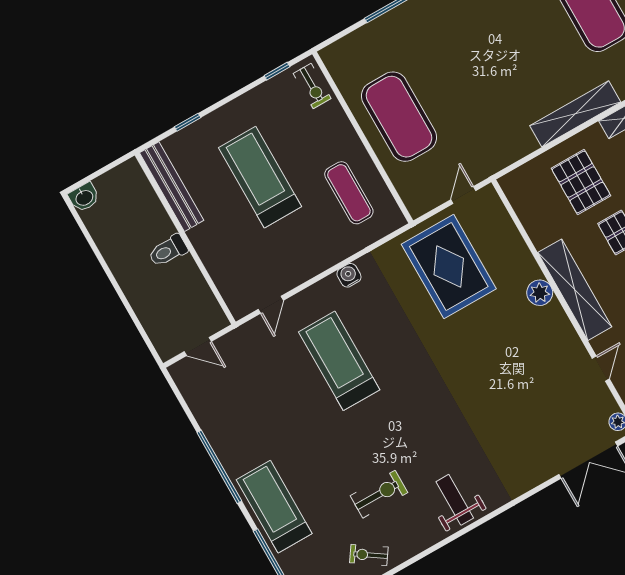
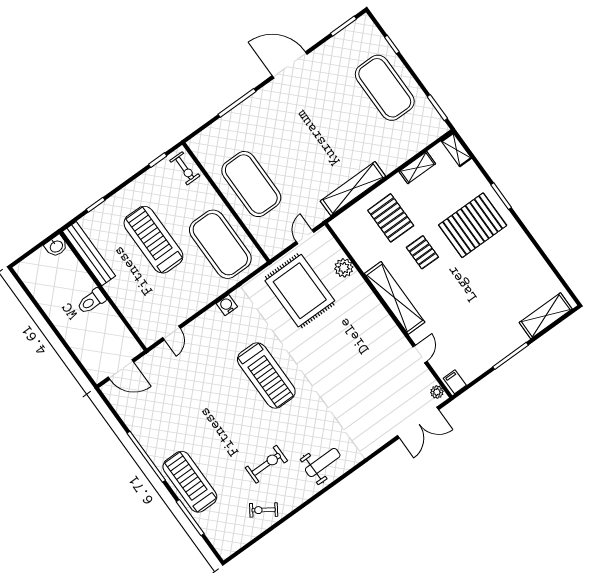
shelving: (575, 114) -> (353, 189), moved
exercise mat: (349, 193) -> (220, 244), width x2.00, depth x1.45
washbasin: (84, 197) -> (56, 246), moved
plant: (540, 293) -> (344, 268), moved
door: (198, 347) -> (121, 370), width x1.37
treadmill: (339, 361) -> (266, 375), moved, turned 180
weight bench: (455, 500) -> (323, 462), turned 90

